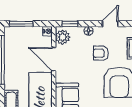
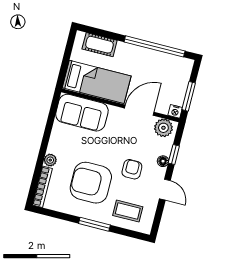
window: (21, 24) -> (189, 96), moved
window: (70, 24) -> (174, 154), moved

